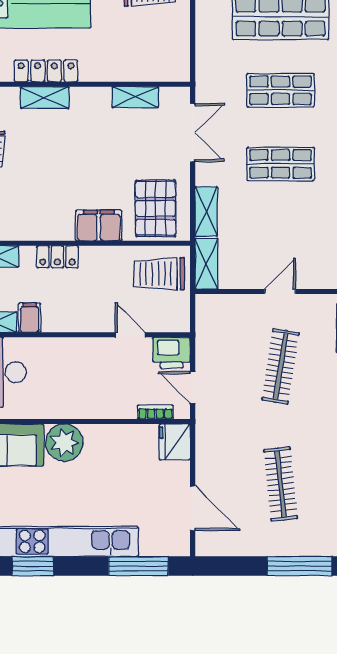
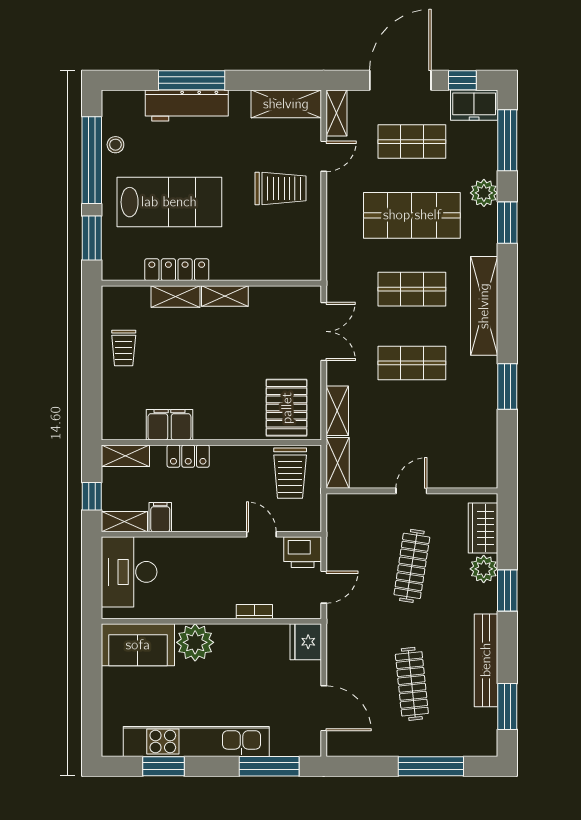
shelving: (135, 97) -> (225, 296), moved
filing cabinet: (99, 225) -> (169, 425), moved
trolley: (159, 274) -> (290, 473), turned -90
door: (193, 387) -> (324, 587), swing flipped
bookcase: (155, 412) -> (254, 612), moved

